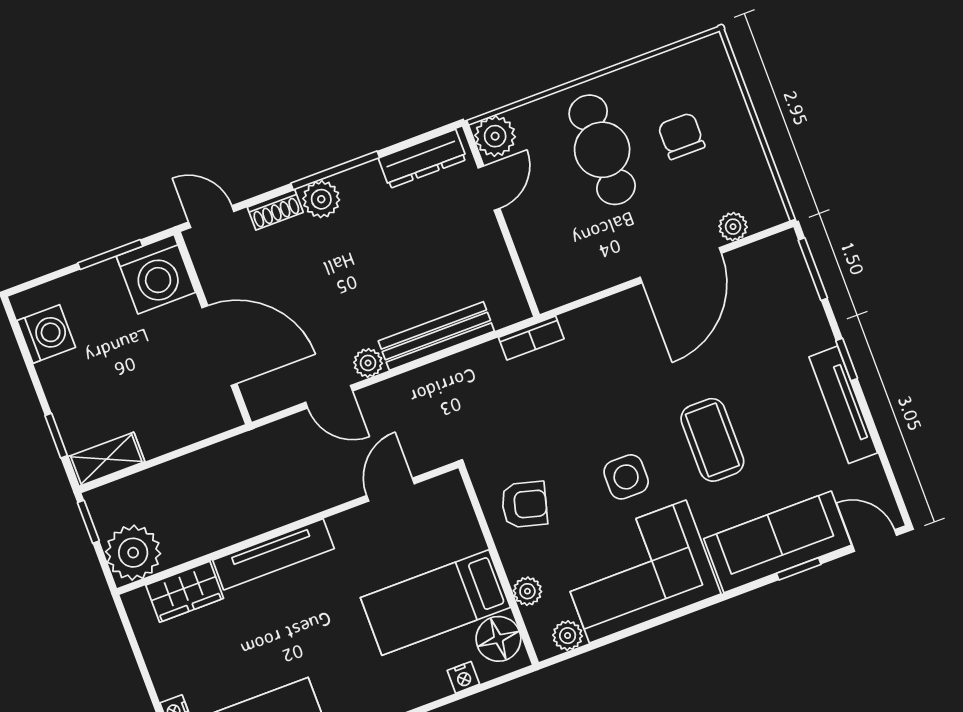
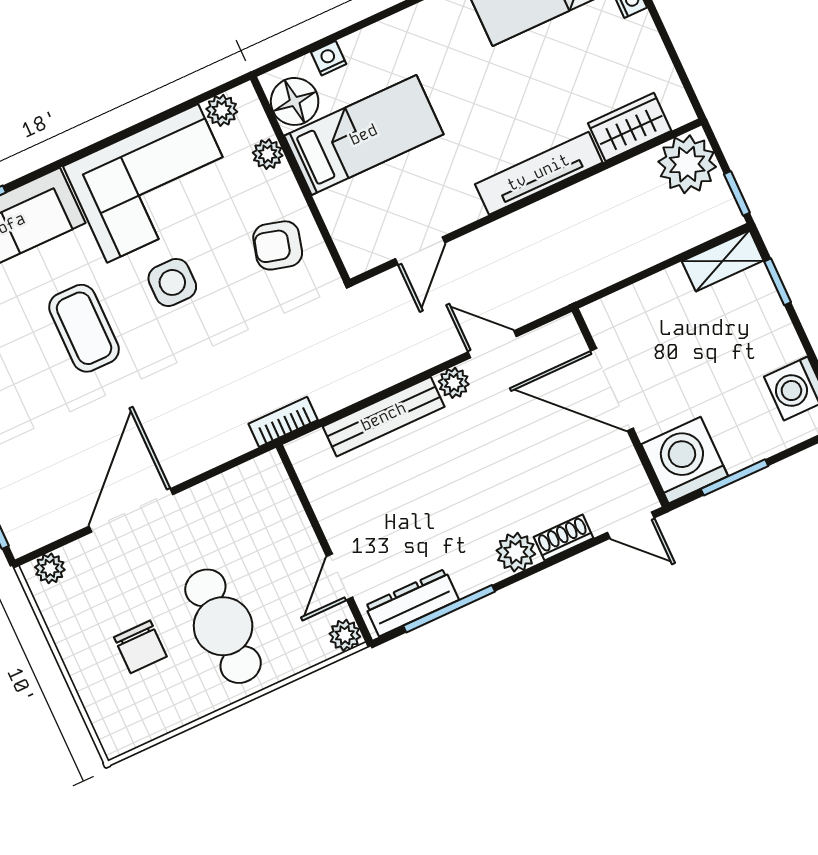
plant: (495, 136) -> (345, 635), width x0.73, depth x0.73
window: (335, 170) -> (449, 609), moved
plant: (733, 227) -> (50, 568), moved

